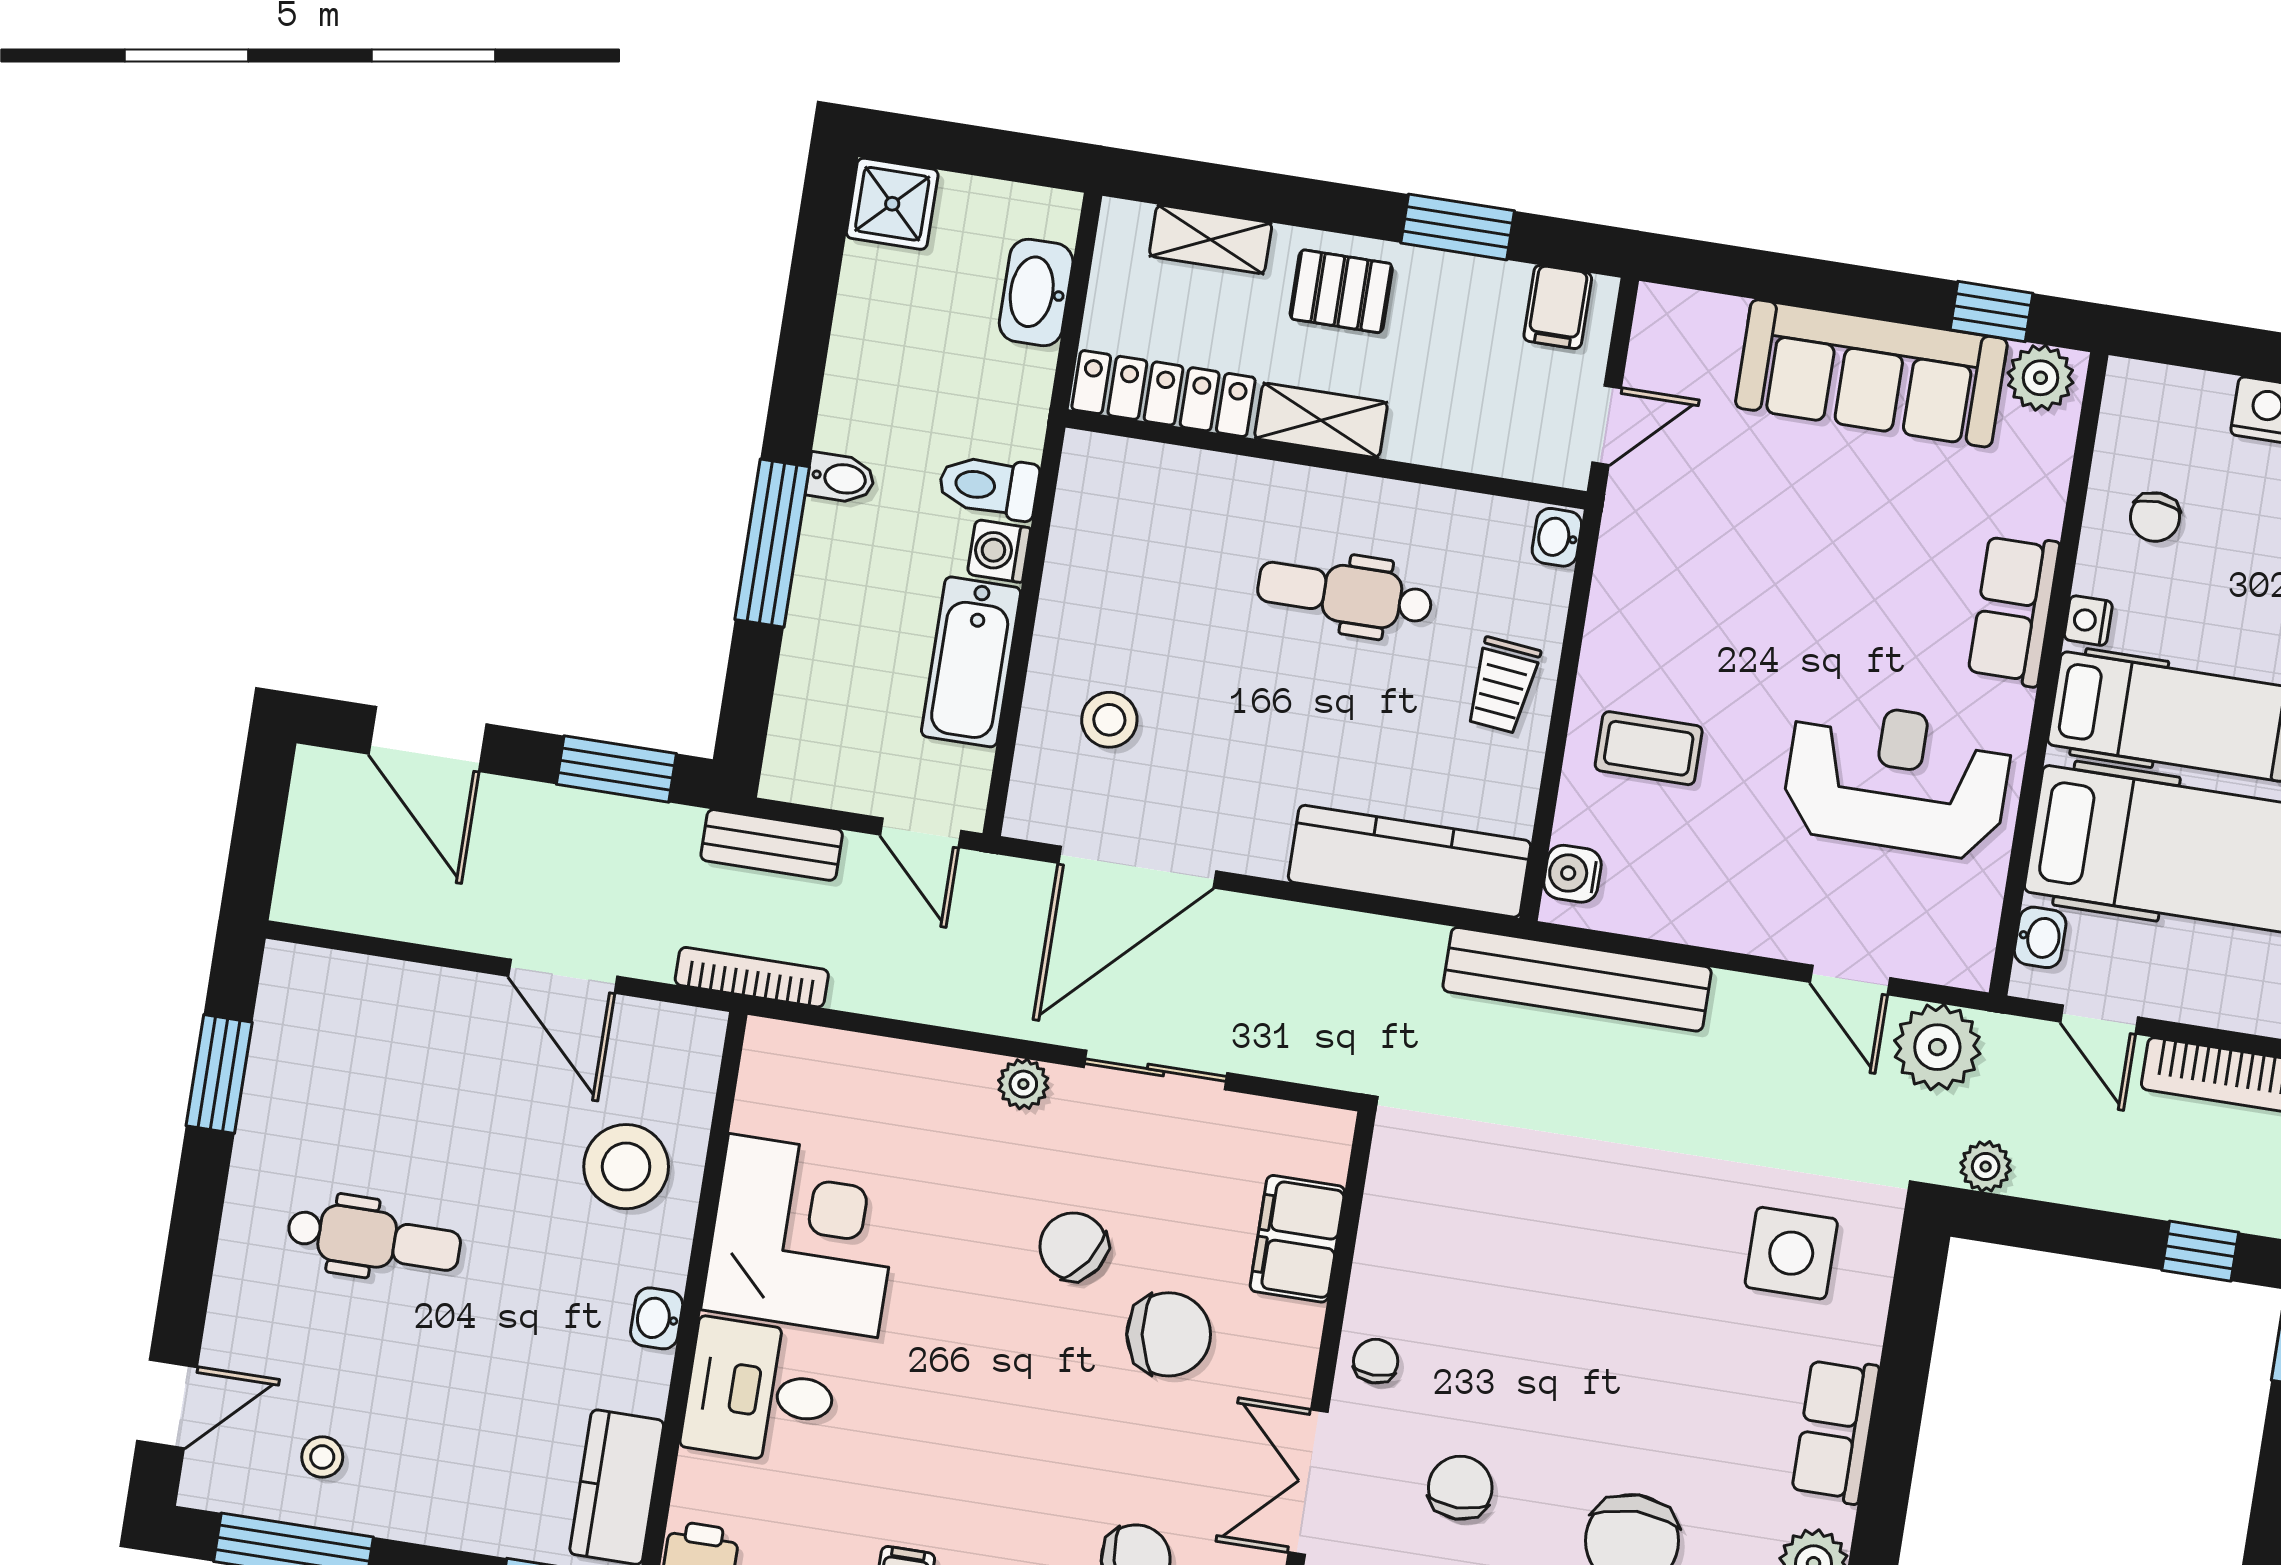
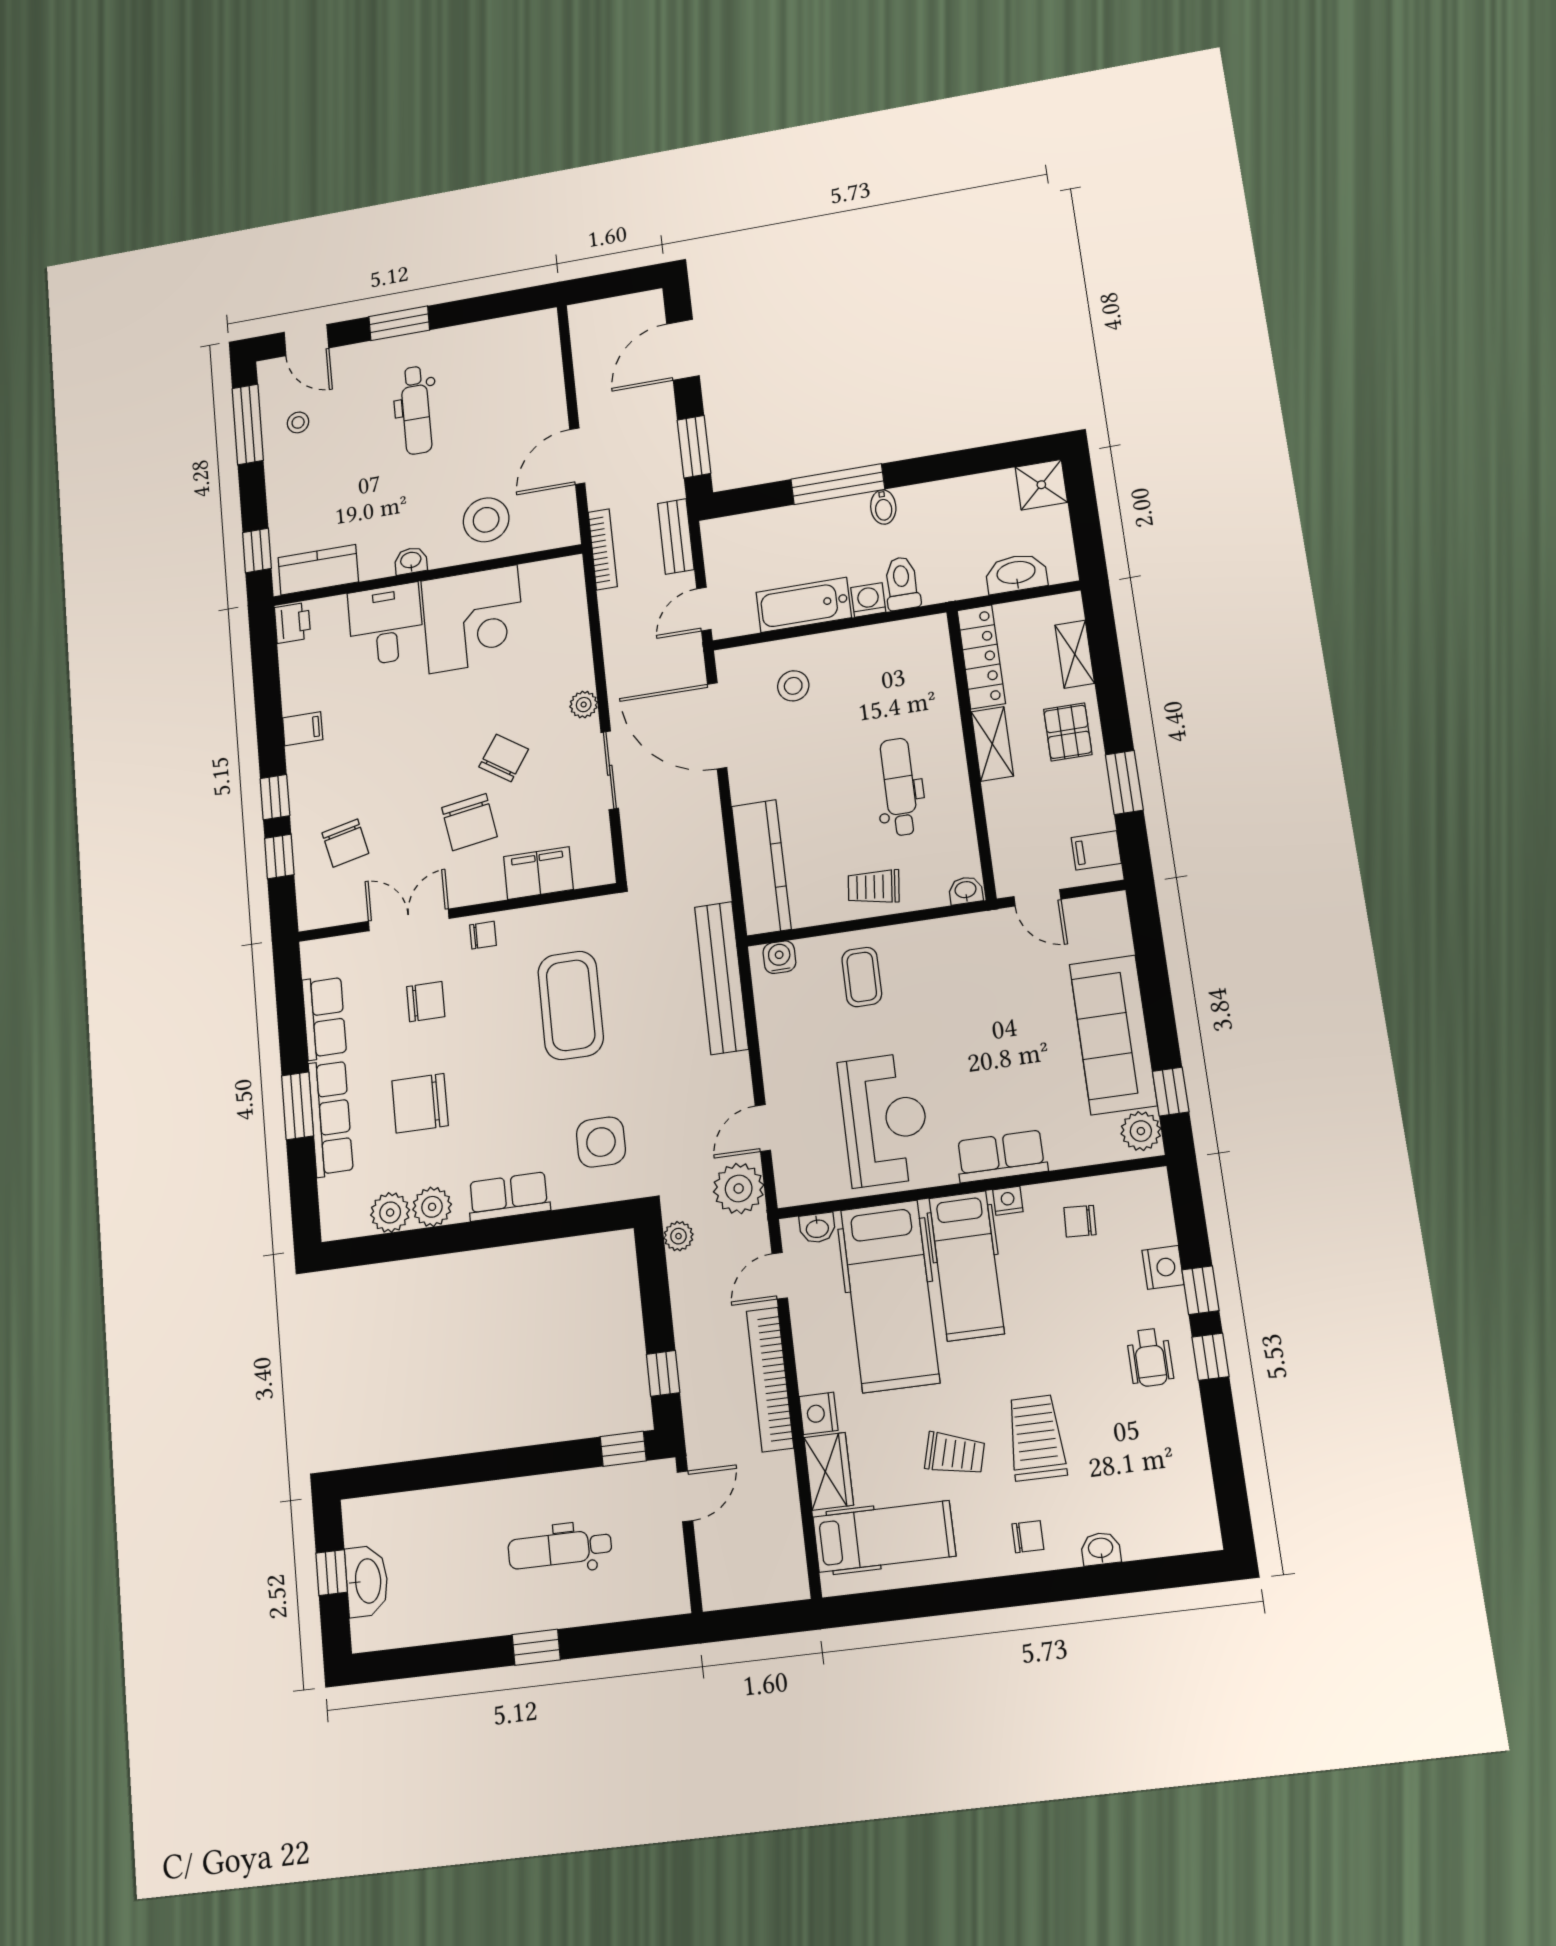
window: (219, 1074) -> (399, 323), moved
coffee table: (1544, 1243) -> (571, 1005), added

